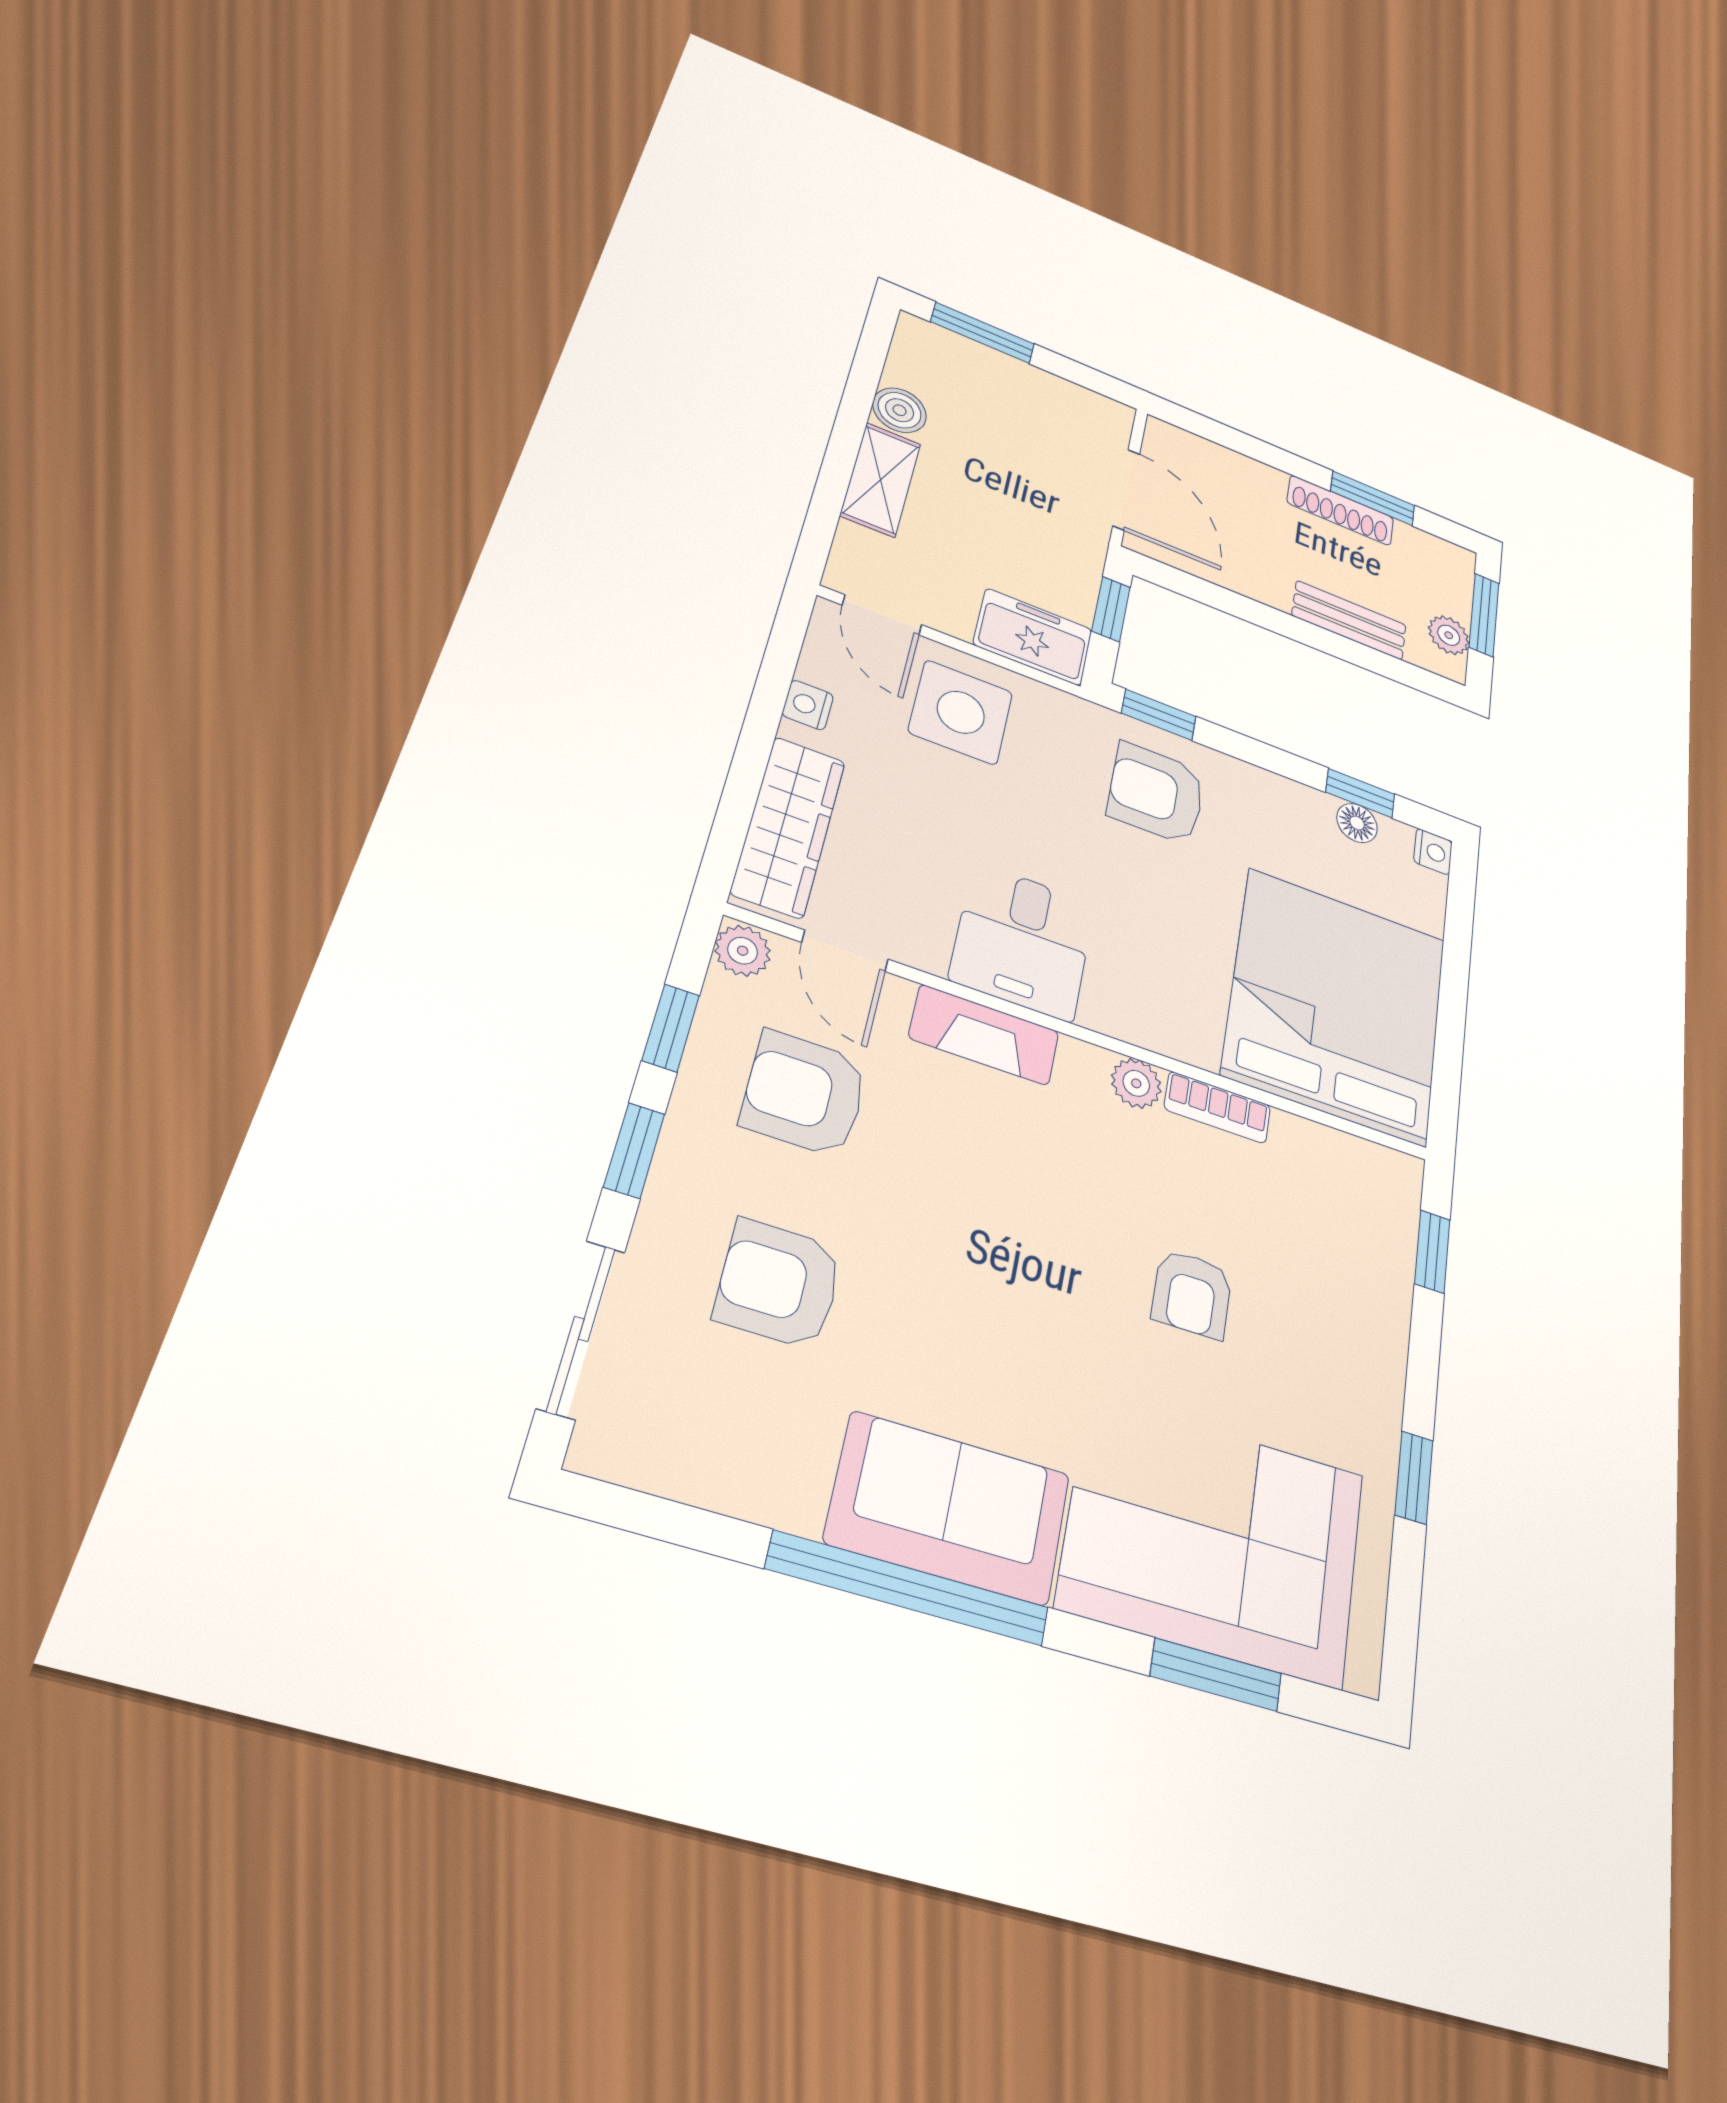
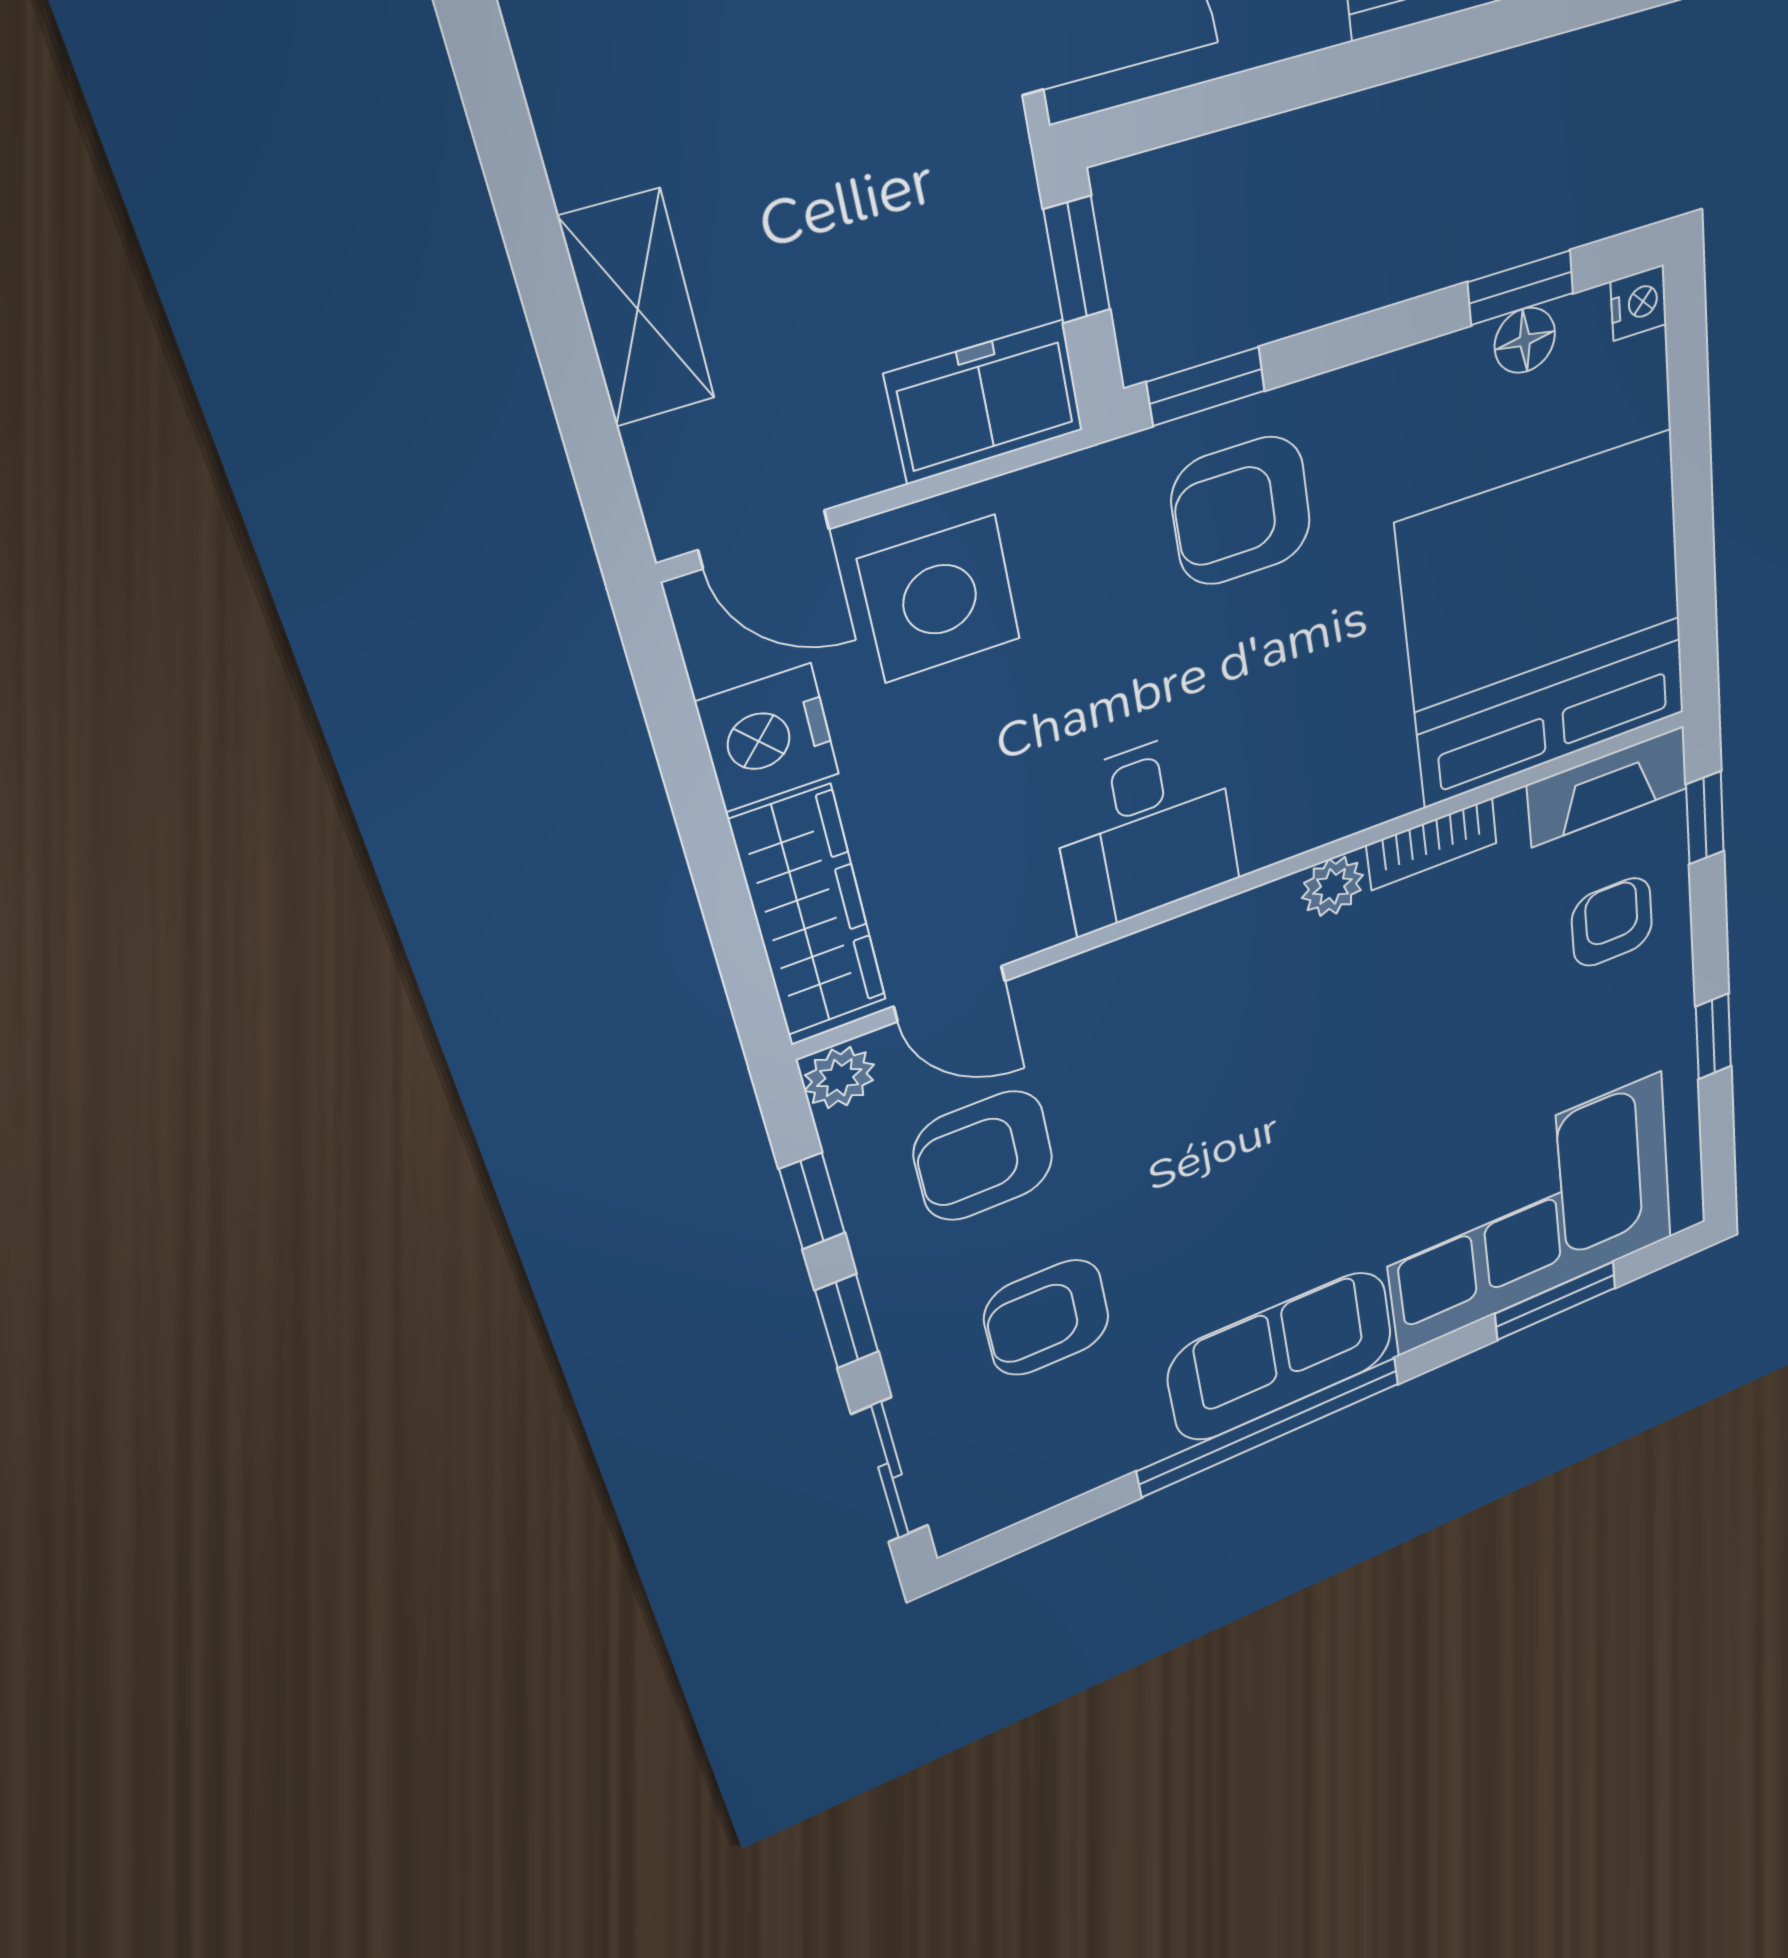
boiler: (900, 410) -> (592, 144), removed
nightstand: (808, 705) -> (768, 738), width x1.89, depth x1.79
fireplace: (984, 1035) -> (1608, 786), moved
armchair: (1192, 1294) -> (1612, 922), moved, turned 180

